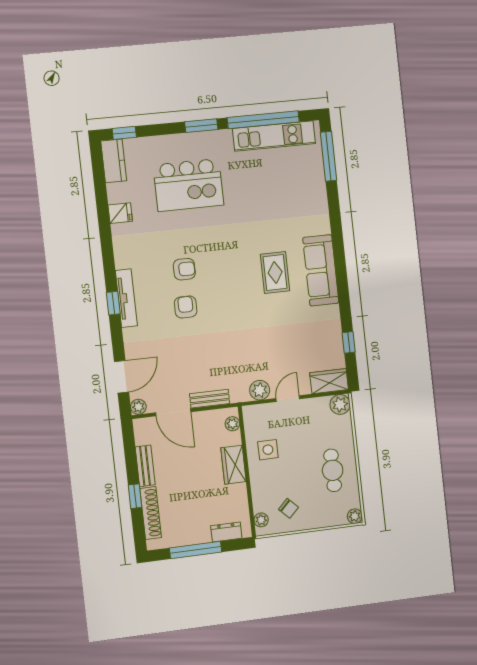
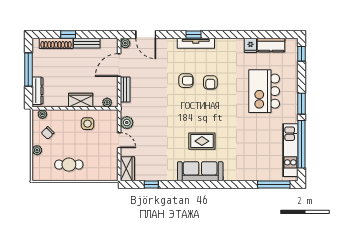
kitchen counter: (114, 161) -> (271, 45), moved
plant: (340, 404) -> (111, 174), removed
plant: (355, 516) -> (37, 150), moved
dresser: (226, 532) -> (38, 91), width x1.44

